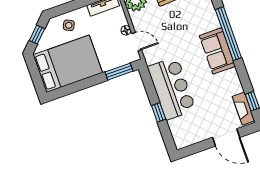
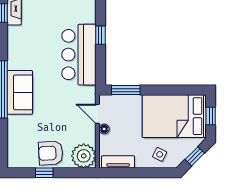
sofa: (217, 51) -> (20, 92), moved
window: (36, 75) -> (211, 116), added

